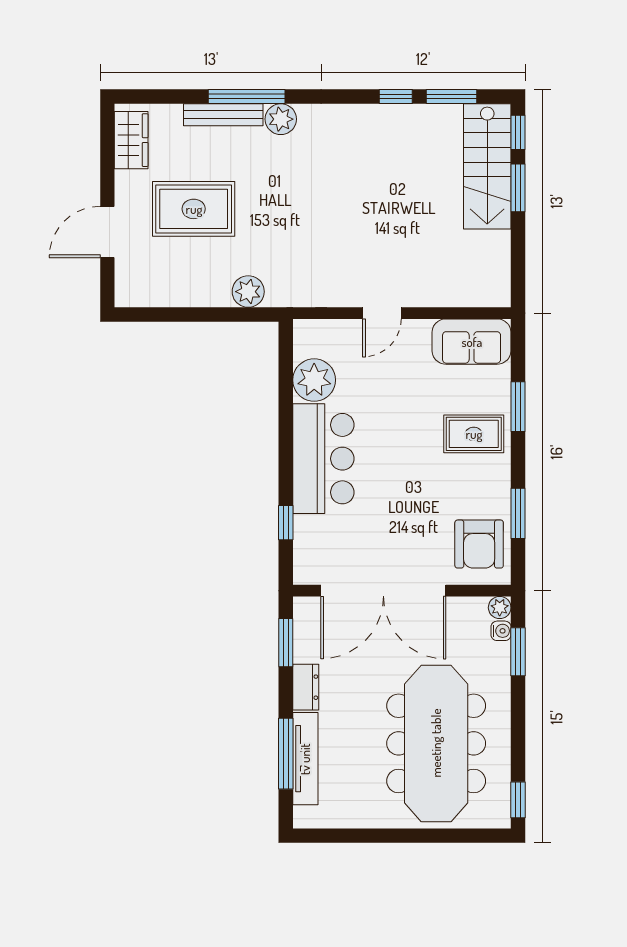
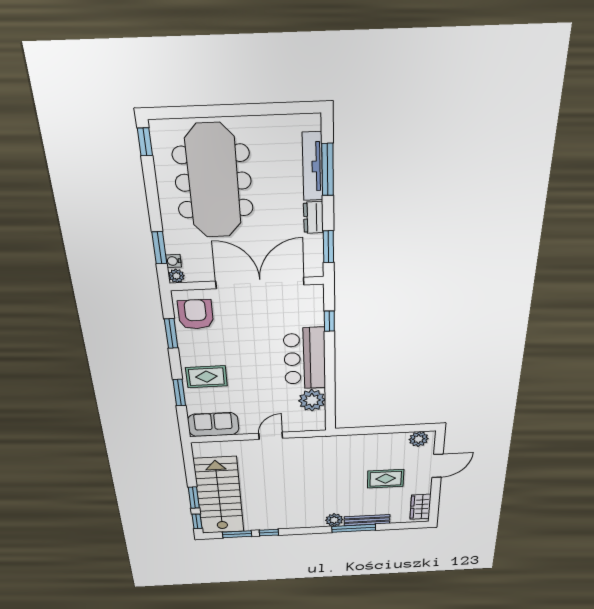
stairs: (487, 166) -> (219, 496), width x1.36, depth x1.51
rug: (194, 209) -> (386, 479), width x0.73, depth x0.70
plant: (248, 292) -> (419, 439), moved

